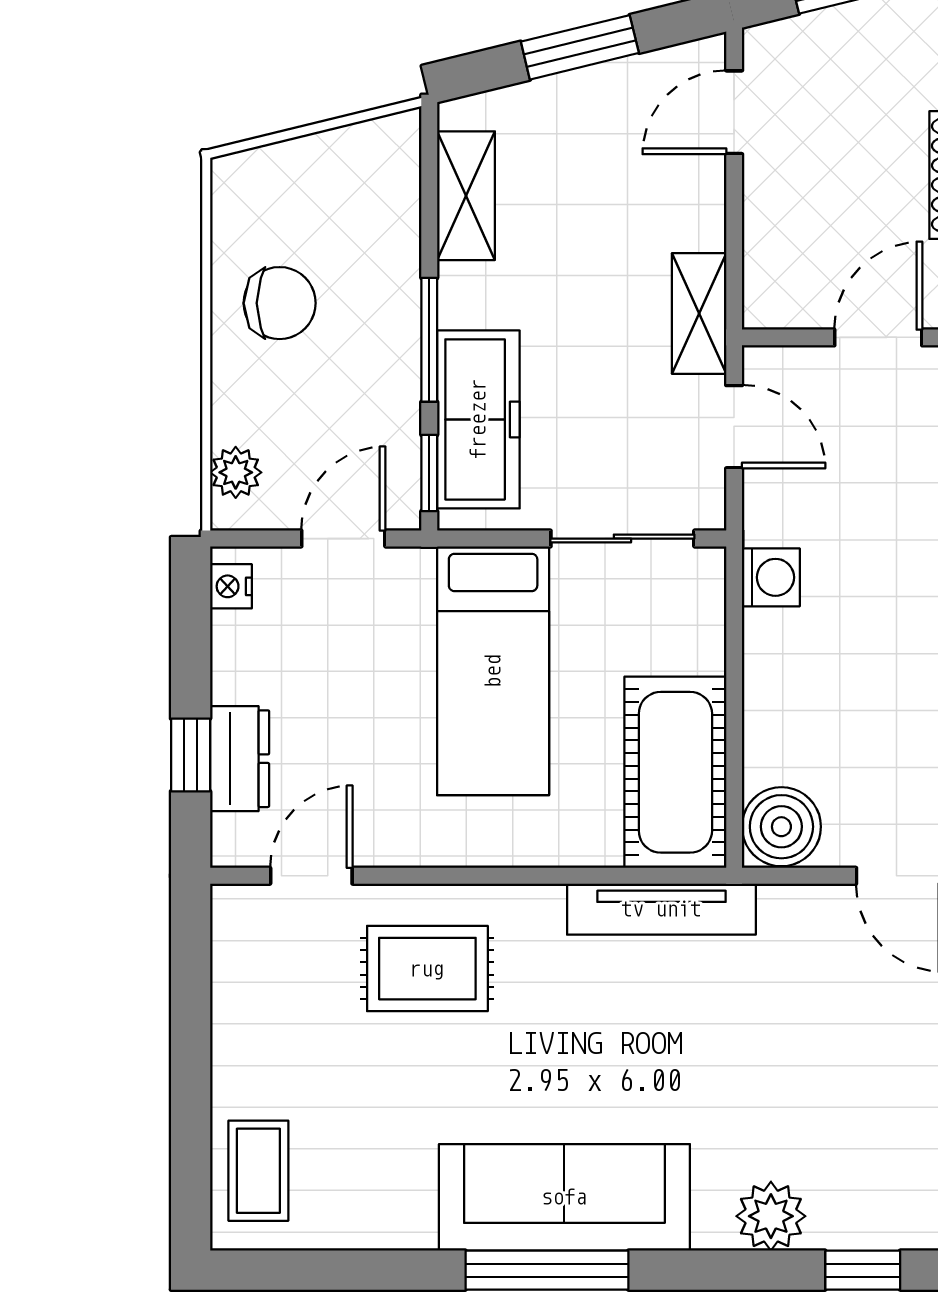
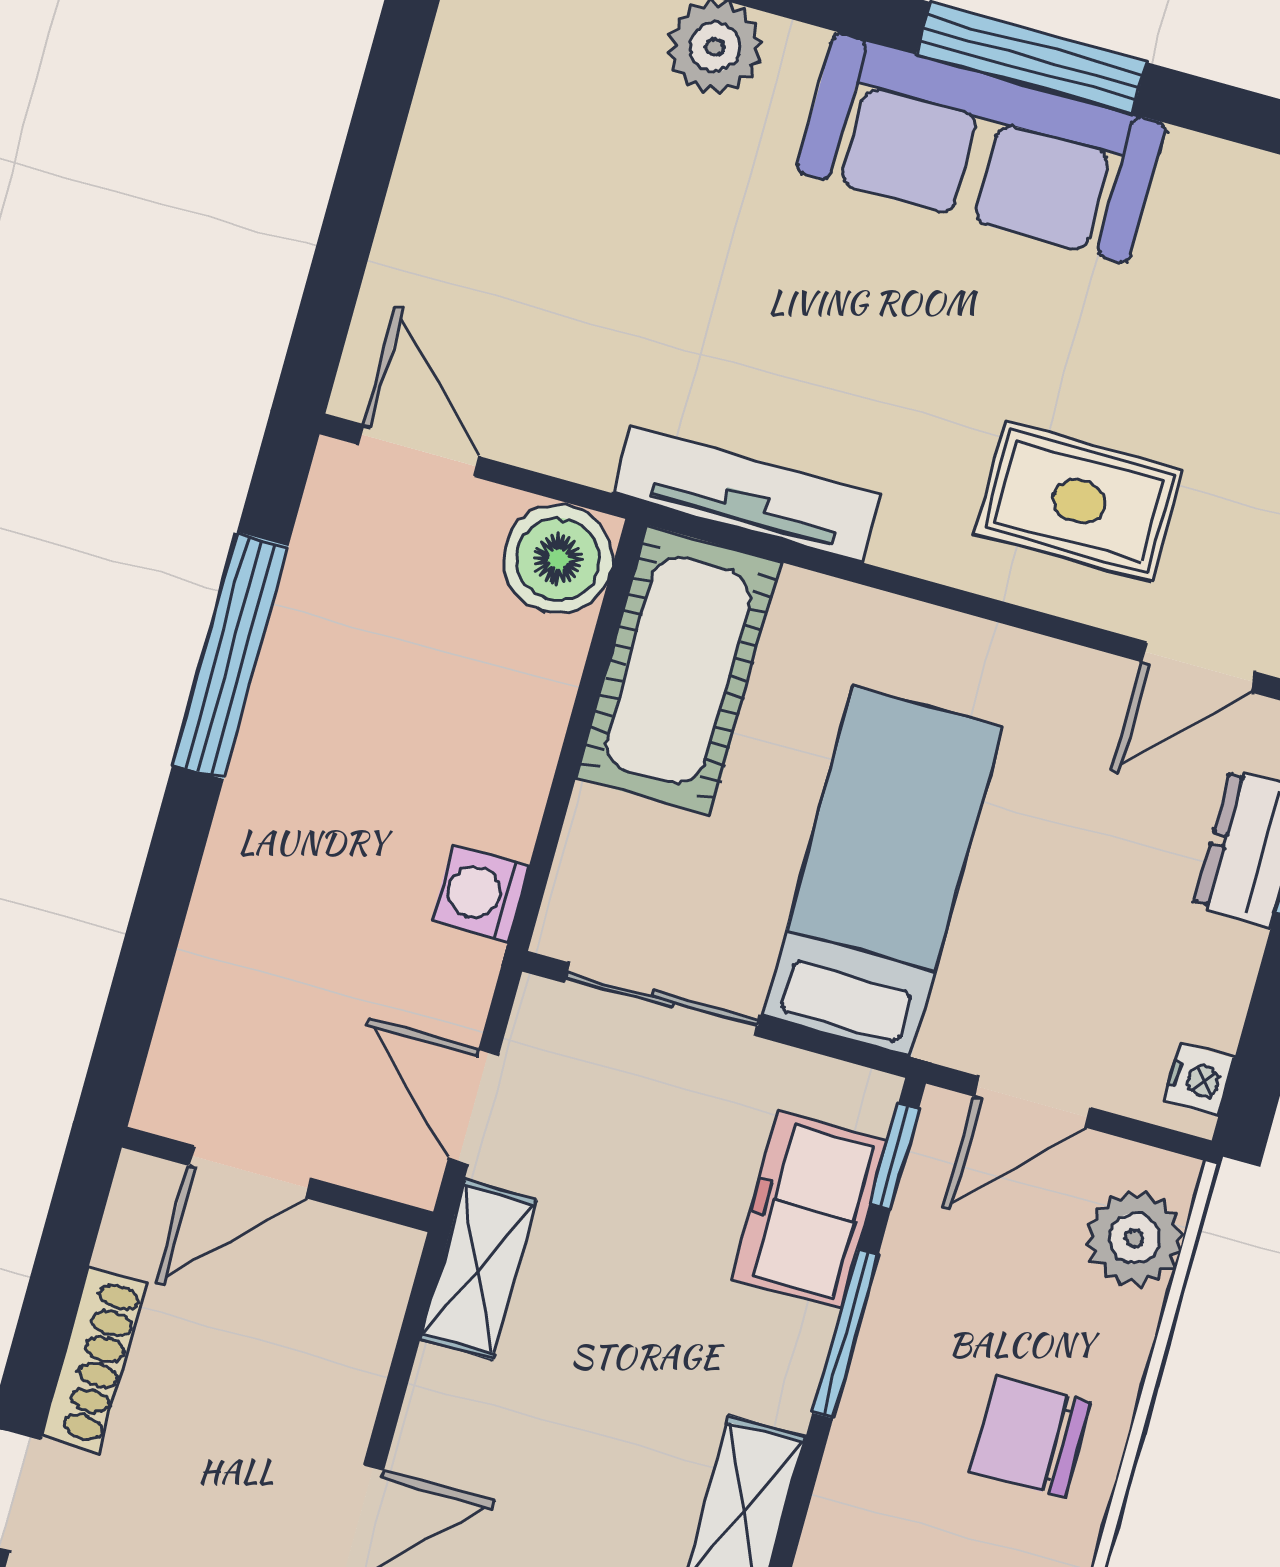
freezer: (478, 419) -> (810, 1210), width x0.71
plant: (236, 472) -> (1134, 1238), width x1.38, depth x1.38

